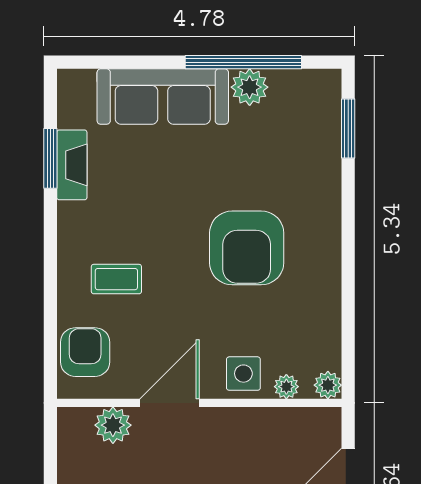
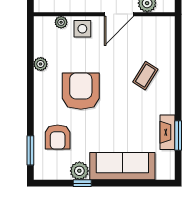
window: (243, 62) -> (82, 183), width x0.32
coffee table: (116, 279) -> (145, 76), turned -58
armchair: (85, 352) -> (58, 137), moved
plant: (328, 385) -> (41, 64), moved

